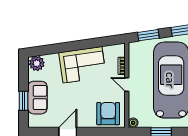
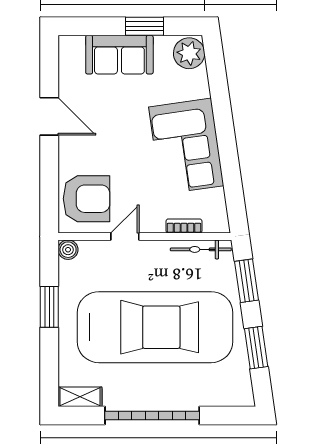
bicycle: (133, 58) -> (201, 249), added
door: (127, 84) -> (125, 236), moved
window: (24, 101) -> (145, 26), moved

